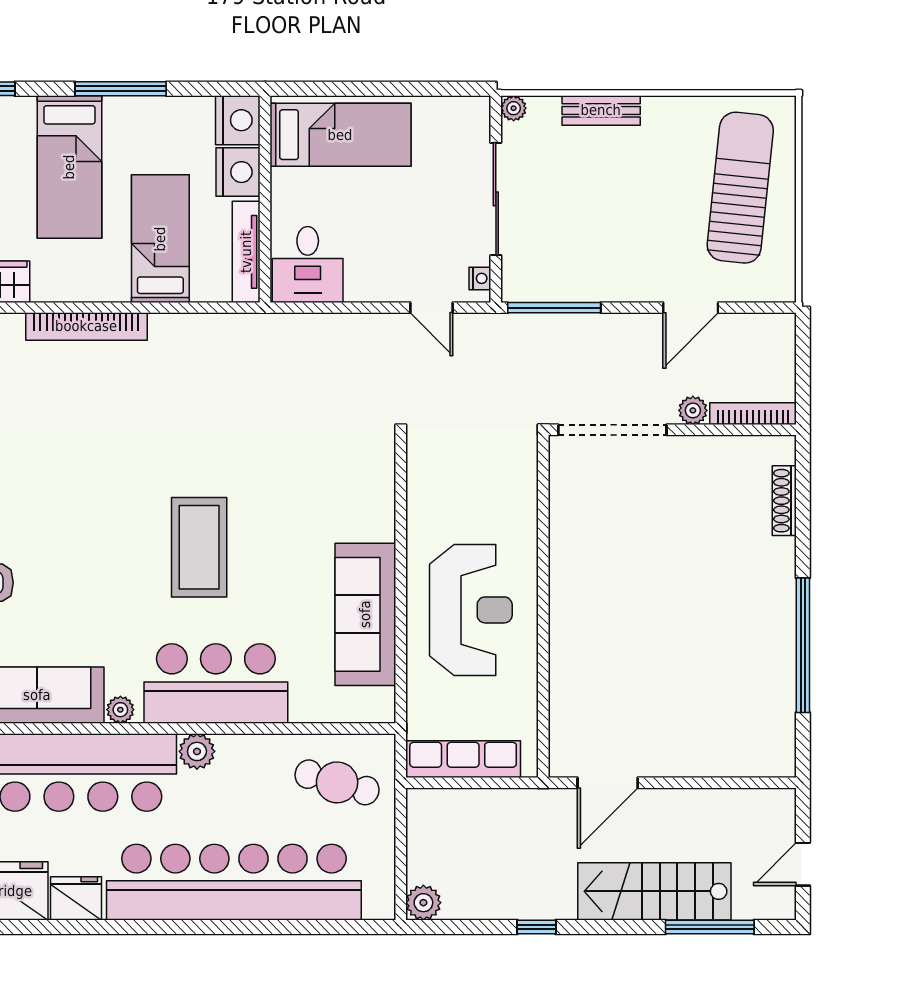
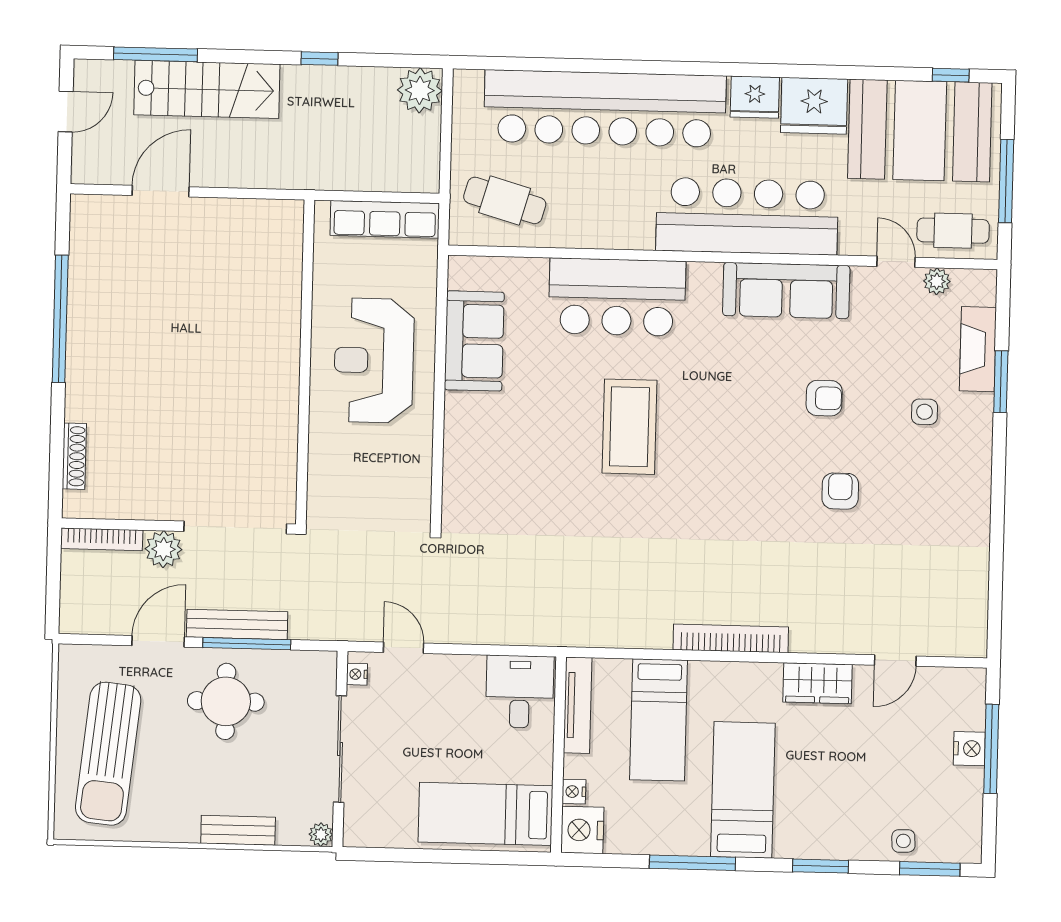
nightstand: (238, 172) -> (574, 792), width x0.53, depth x0.56
round table: (618, 246) -> (226, 701), added
window: (554, 308) -> (247, 644), moved
bench: (608, 328) -> (237, 624), added
plant: (693, 410) -> (163, 549), width x1.38, depth x1.38
sofa: (365, 614) -> (474, 341), width x0.73
plant: (120, 710) -> (708, 275), removed
plant: (197, 751) -> (637, 233), removed
door: (608, 783) -> (161, 191), moved
plant: (423, 903) -> (420, 90), width x1.36, depth x1.36

